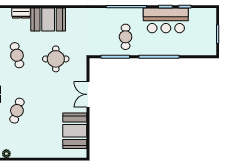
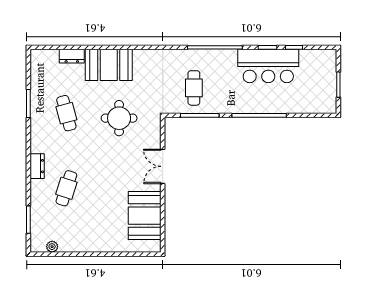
cafe table: (126, 37) -> (194, 88), moved

